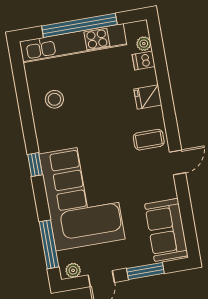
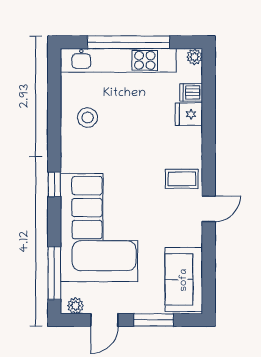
plant: (144, 44) -> (195, 57), moved
fridge: (148, 97) -> (189, 114), moved

